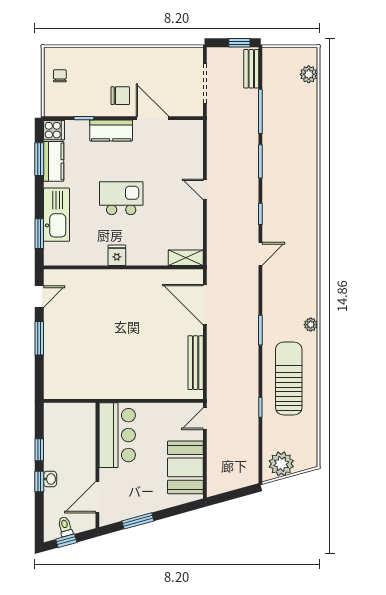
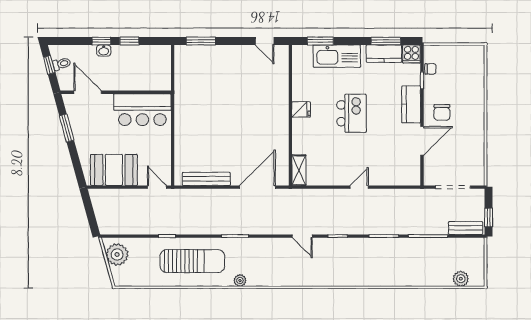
chair: (60, 76) -> (430, 69), moved
window: (39, 338) -> (201, 41), moved

